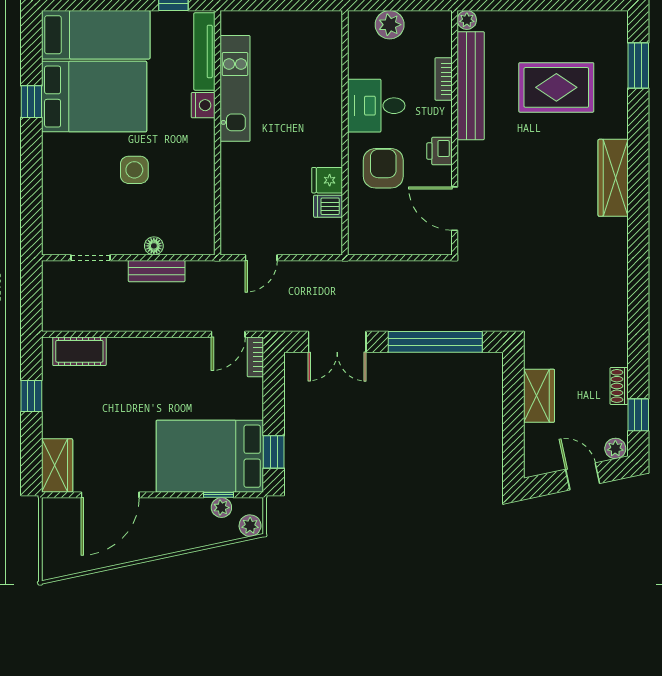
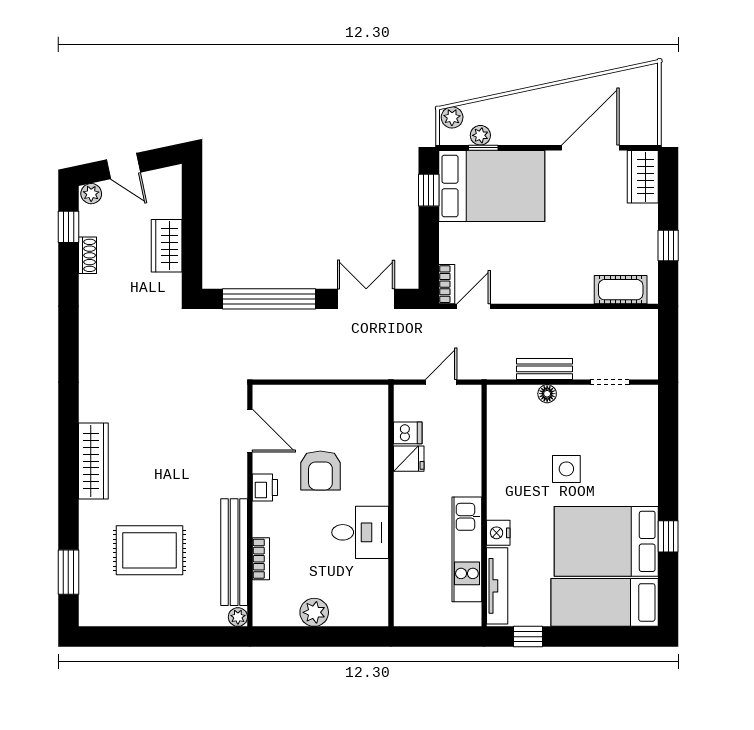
desk: (376, 106) -> (360, 532), moved
wall: (345, 133) -> (391, 506), moved
fridge: (327, 180) -> (409, 459), moved
dishwasher: (328, 206) -> (408, 433), moved

